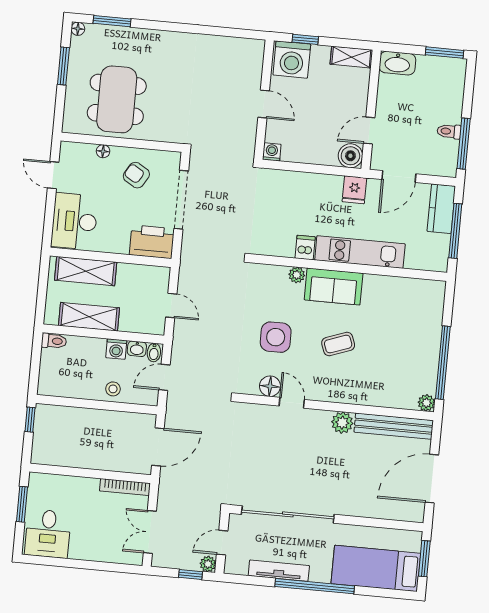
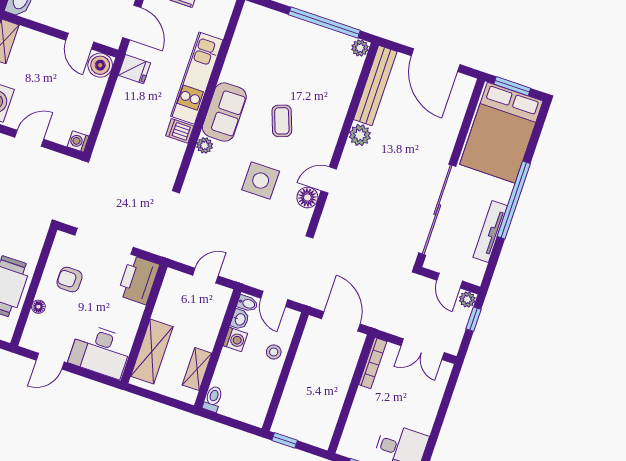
armchair: (136, 175) -> (70, 280), turned 59
shelving: (89, 317) -> (197, 369), width x0.67, depth x0.75
bed: (376, 568) -> (501, 133), width x1.50

